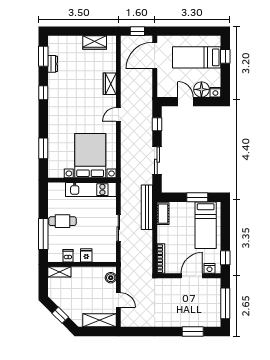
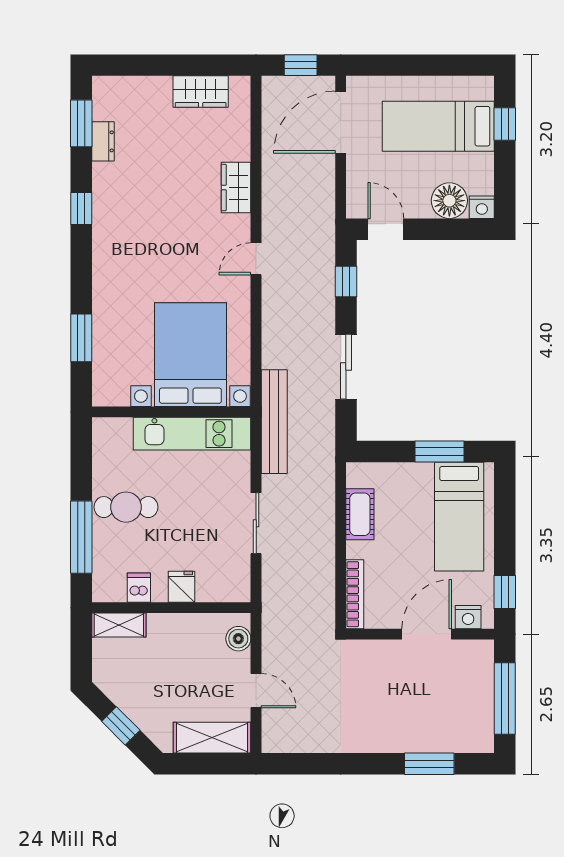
door: (185, 102) -> (386, 229), moved
bench: (147, 207) -> (274, 422), moved
cot: (163, 214) -> (360, 514), moved

